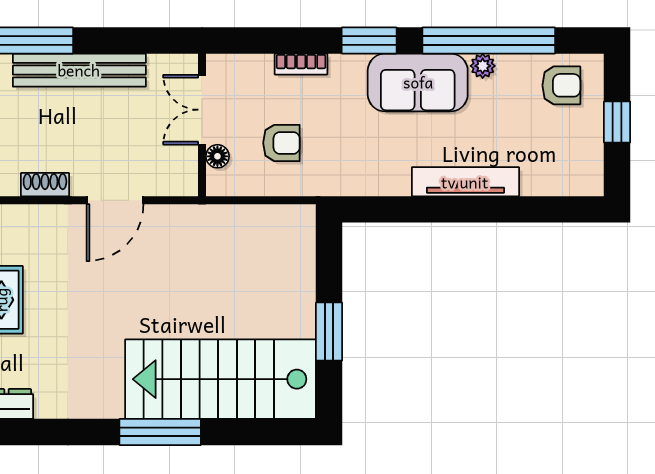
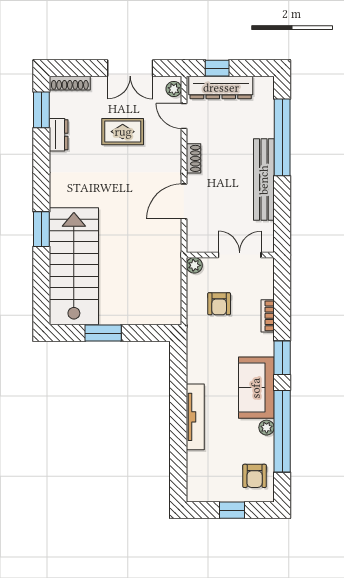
floor lamp: (217, 156) -> (211, 264), removed
plant: (219, 183) -> (194, 265), added
door: (115, 200) -> (184, 201), hinge flipped
window: (160, 432) -> (41, 229), width x0.69

